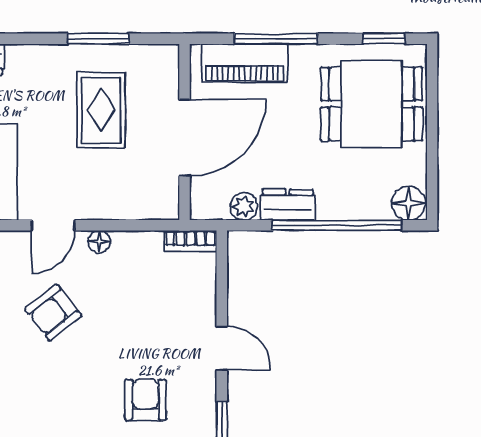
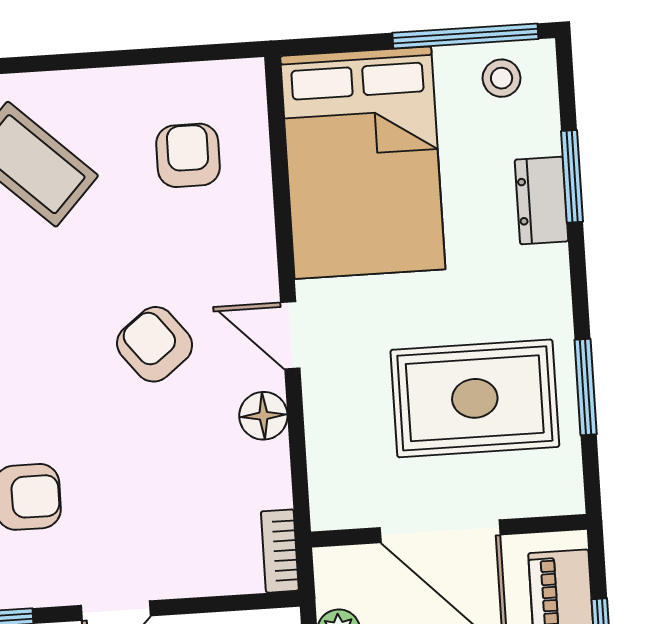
rug: (101, 110) -> (475, 398), width x1.36, depth x1.43
floor lamp: (99, 242) -> (263, 416), width x1.37, depth x1.37

